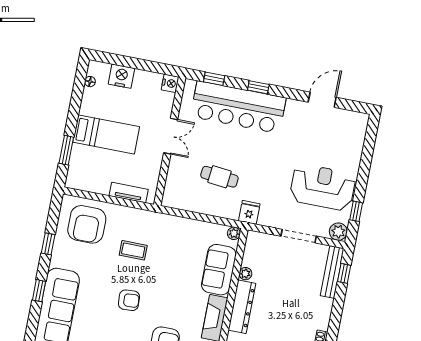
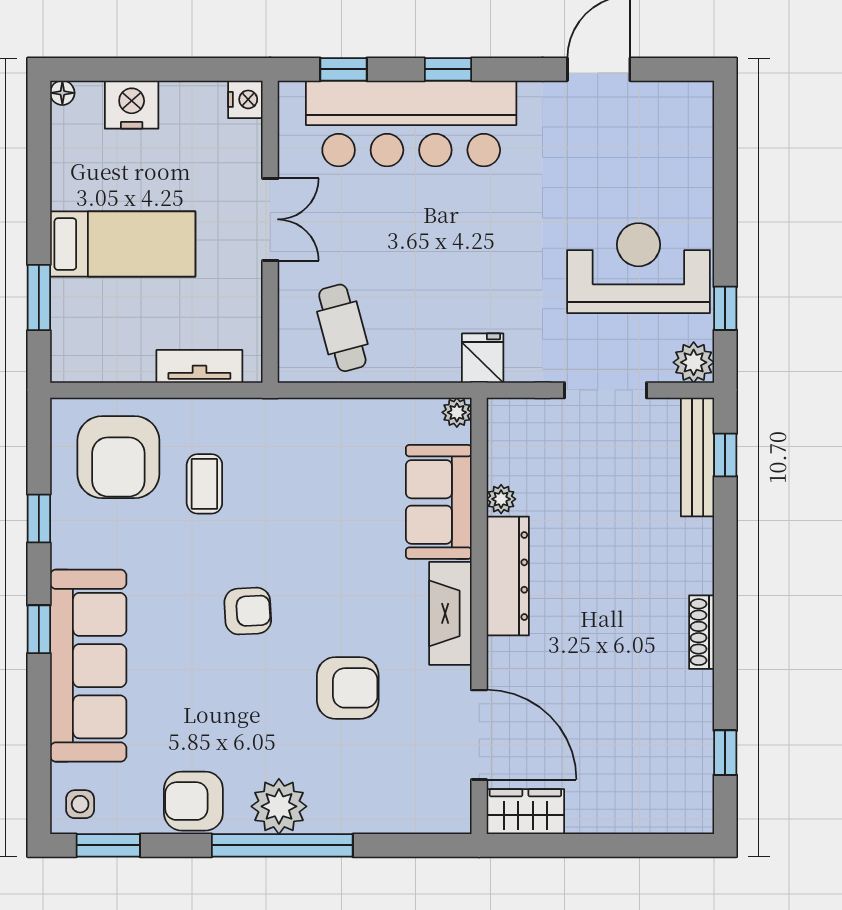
floor lamp: (90, 82) -> (62, 93), moved
cafe table: (219, 177) -> (342, 328), moved, turned 69
coffee table: (133, 250) -> (204, 484), moved, turned 90

